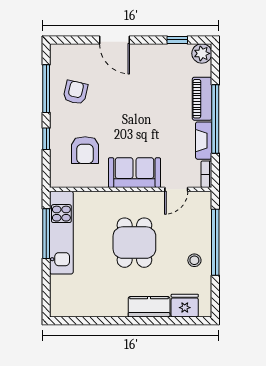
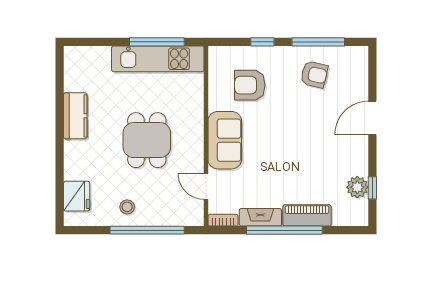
plant: (202, 53) -> (357, 187), moved
dining table: (134, 243) -> (147, 140), turned 90
kitchen counter: (149, 307) -> (75, 116), moved

